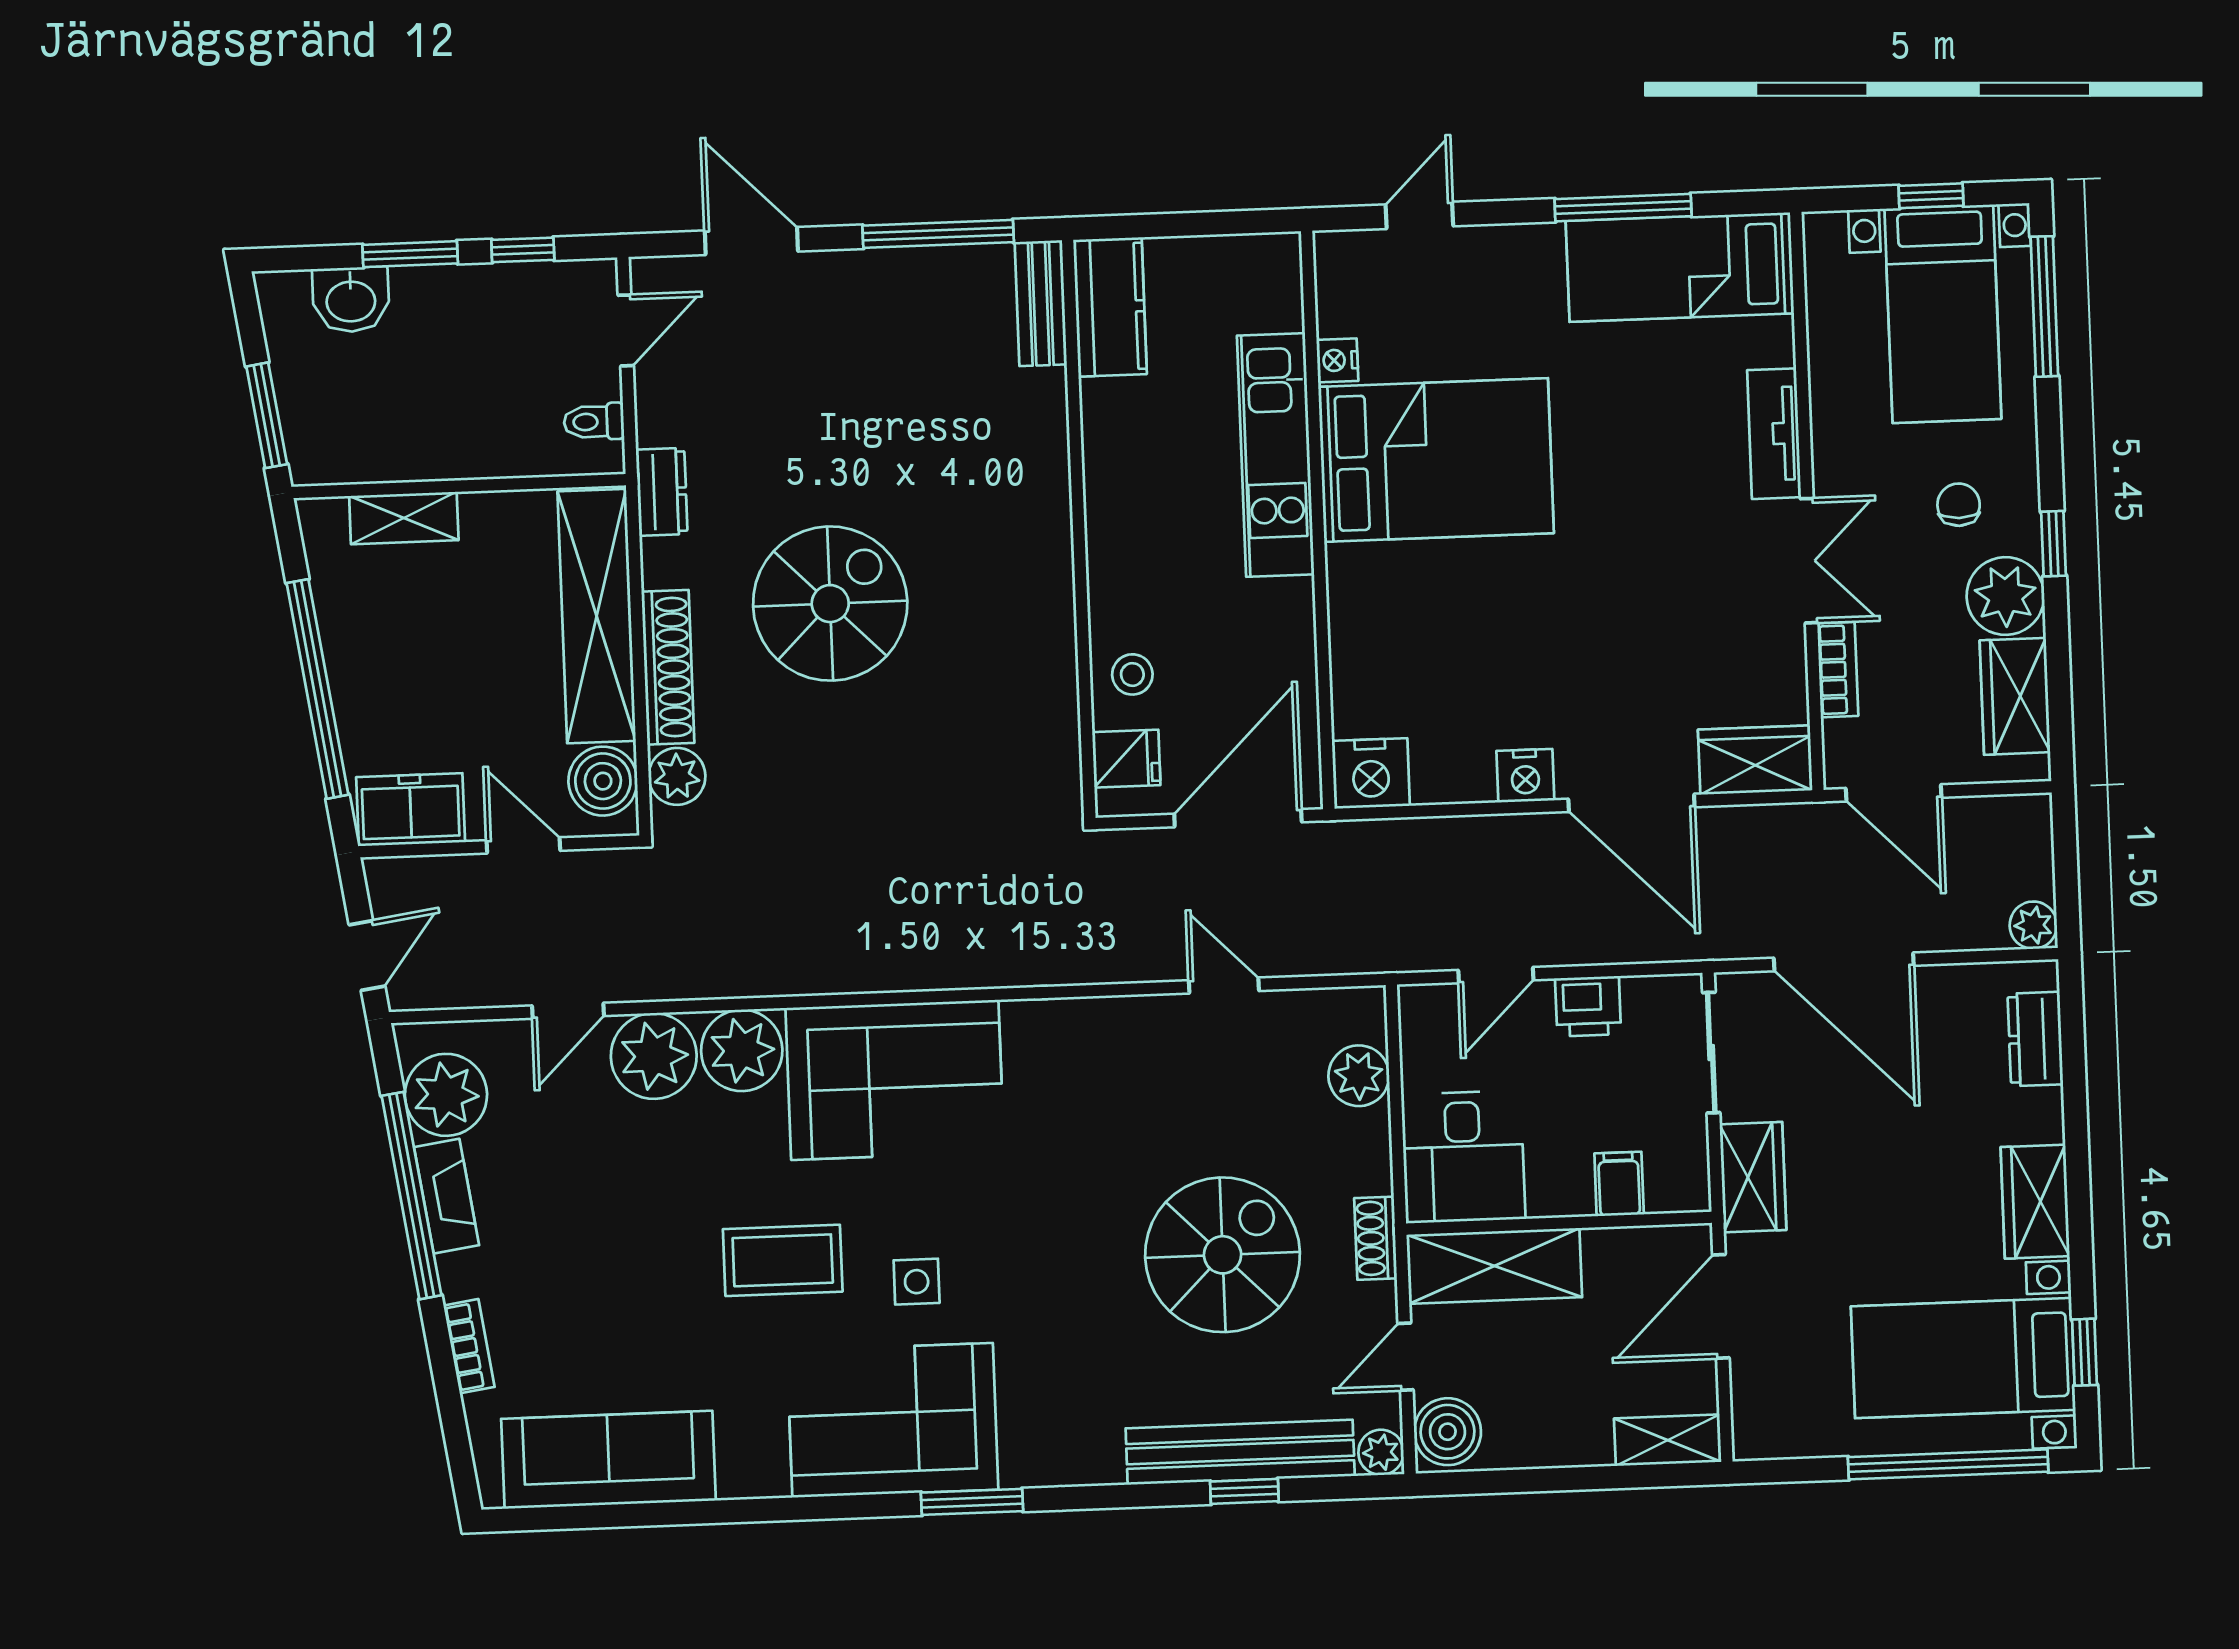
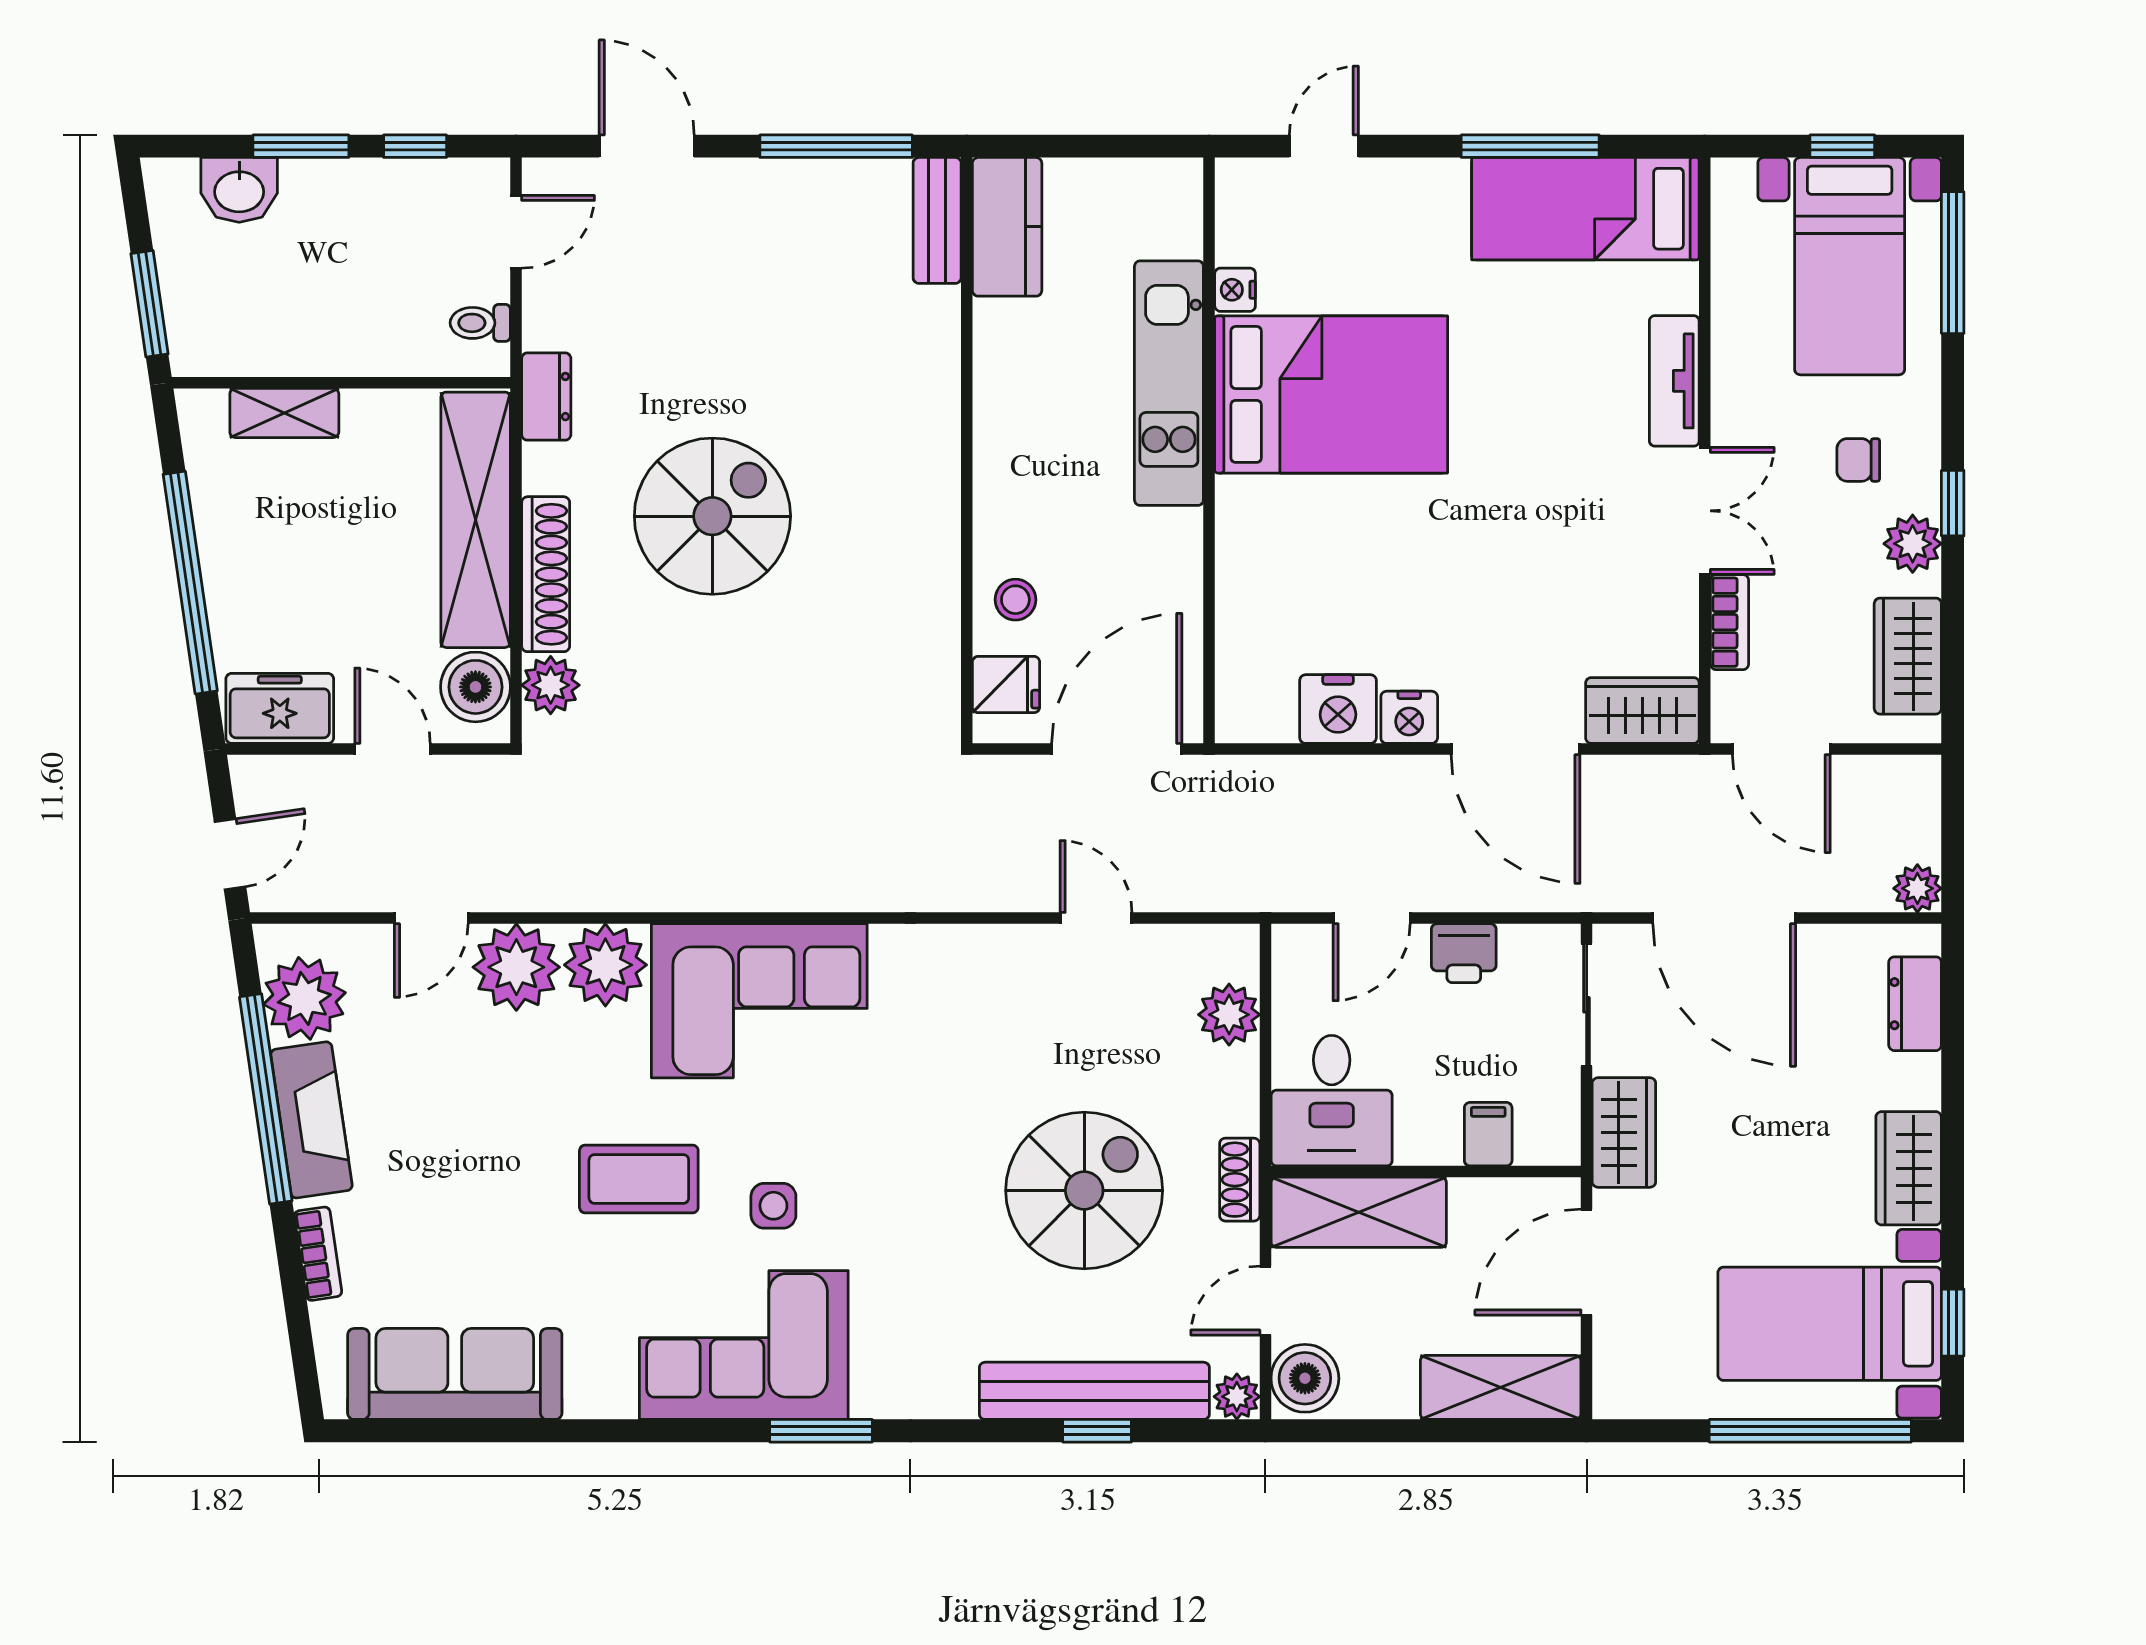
chair: (1959, 505) -> (1858, 460), turned -90
plant: (2005, 596) -> (1913, 544), width x0.73, depth x0.73
nightstand: (1371, 773) -> (1338, 709), moved
fireplace: (447, 1196) -> (311, 1120), width x1.37, depth x1.32
shelving: (1668, 1440) -> (1501, 1387), width x1.50, depth x1.33

